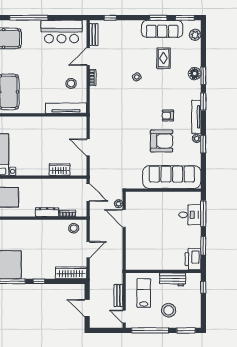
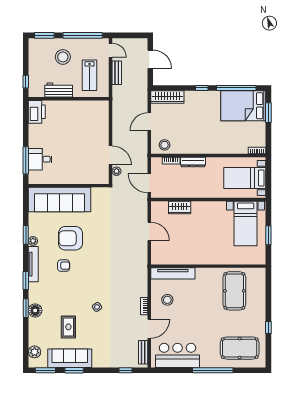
window: (203, 246) -> (26, 126), removed

